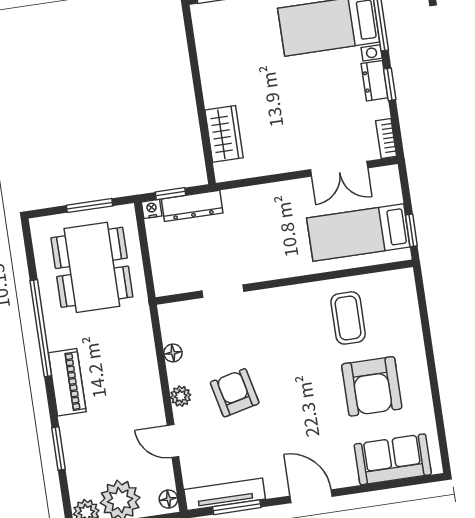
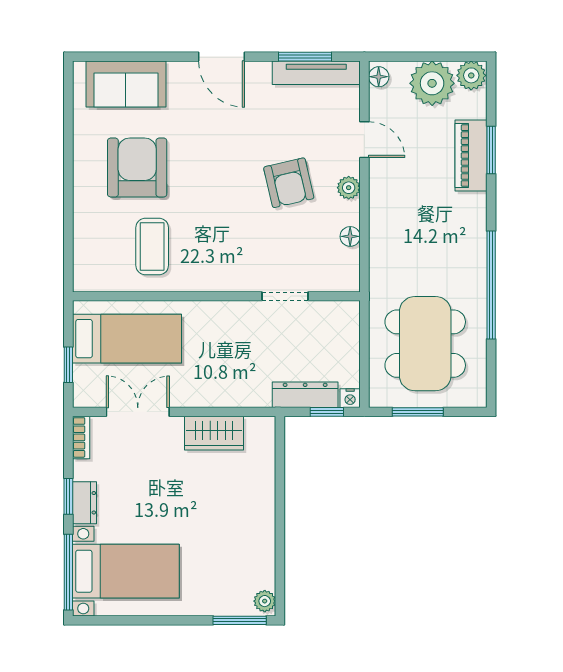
plant: (201, 17) -> (265, 601), added
wardrobe: (224, 134) -> (214, 433), moved, turned -90
window: (411, 230) -> (68, 365), moved
piano: (67, 382) -> (471, 156), moved

